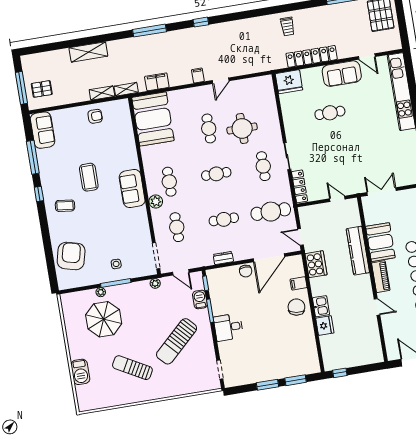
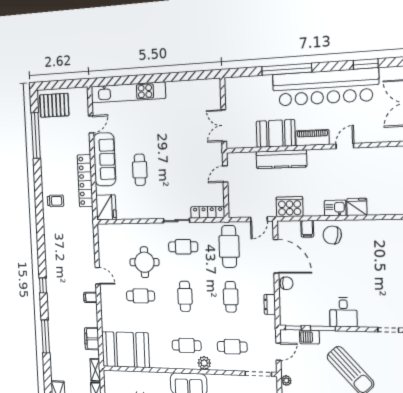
sofa: (342, 74) -> (104, 159), width x1.36

